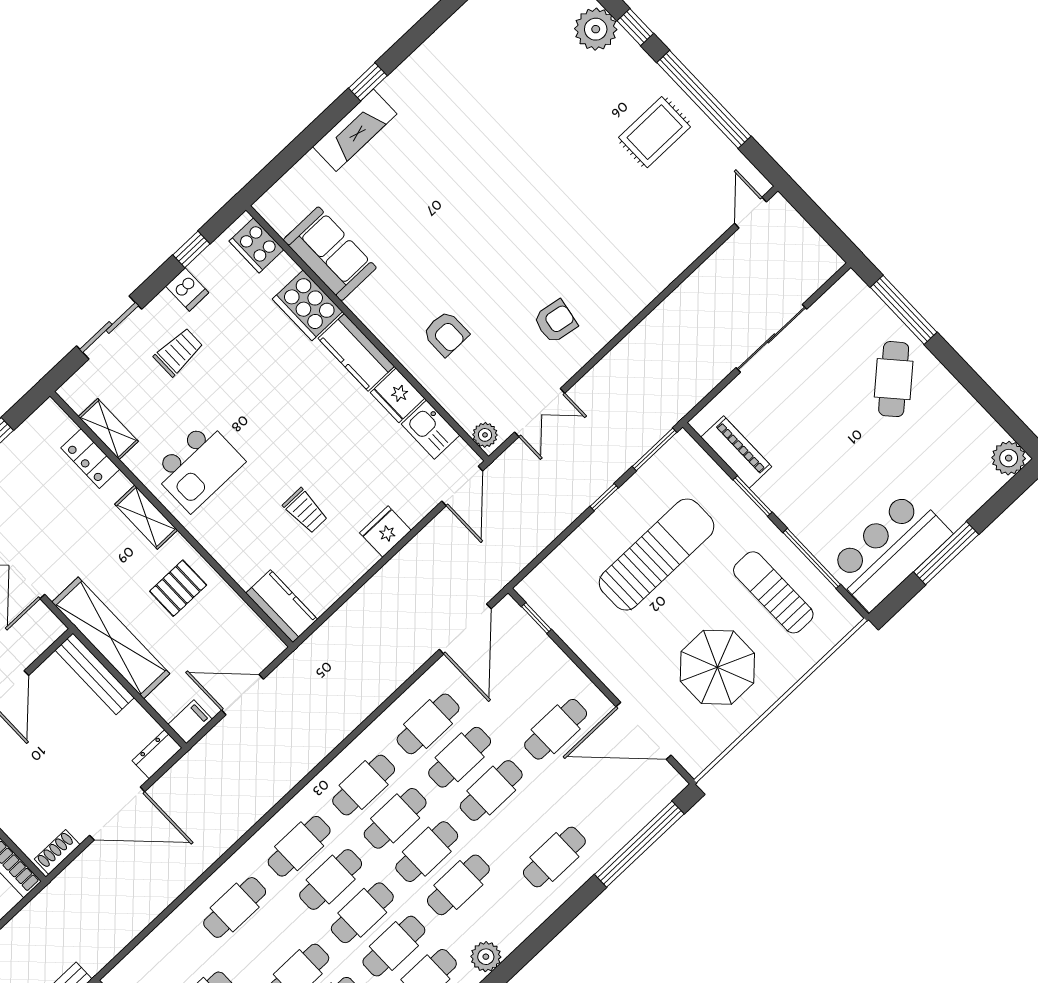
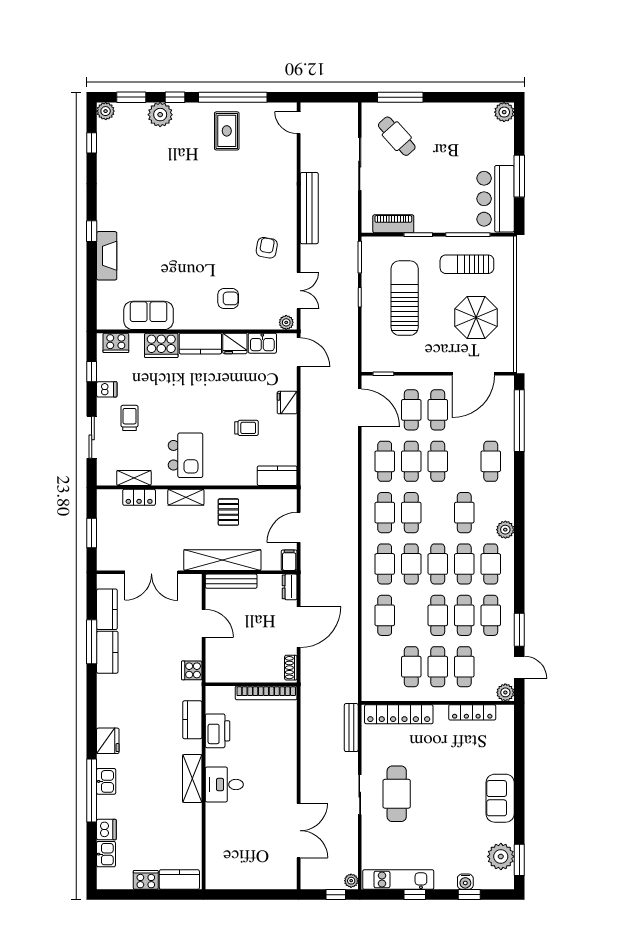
bench: (656, 328) -> (309, 208), added
cafe table: (894, 379) -> (397, 136), moved
cafe table: (427, 852) -> (411, 410), moved

